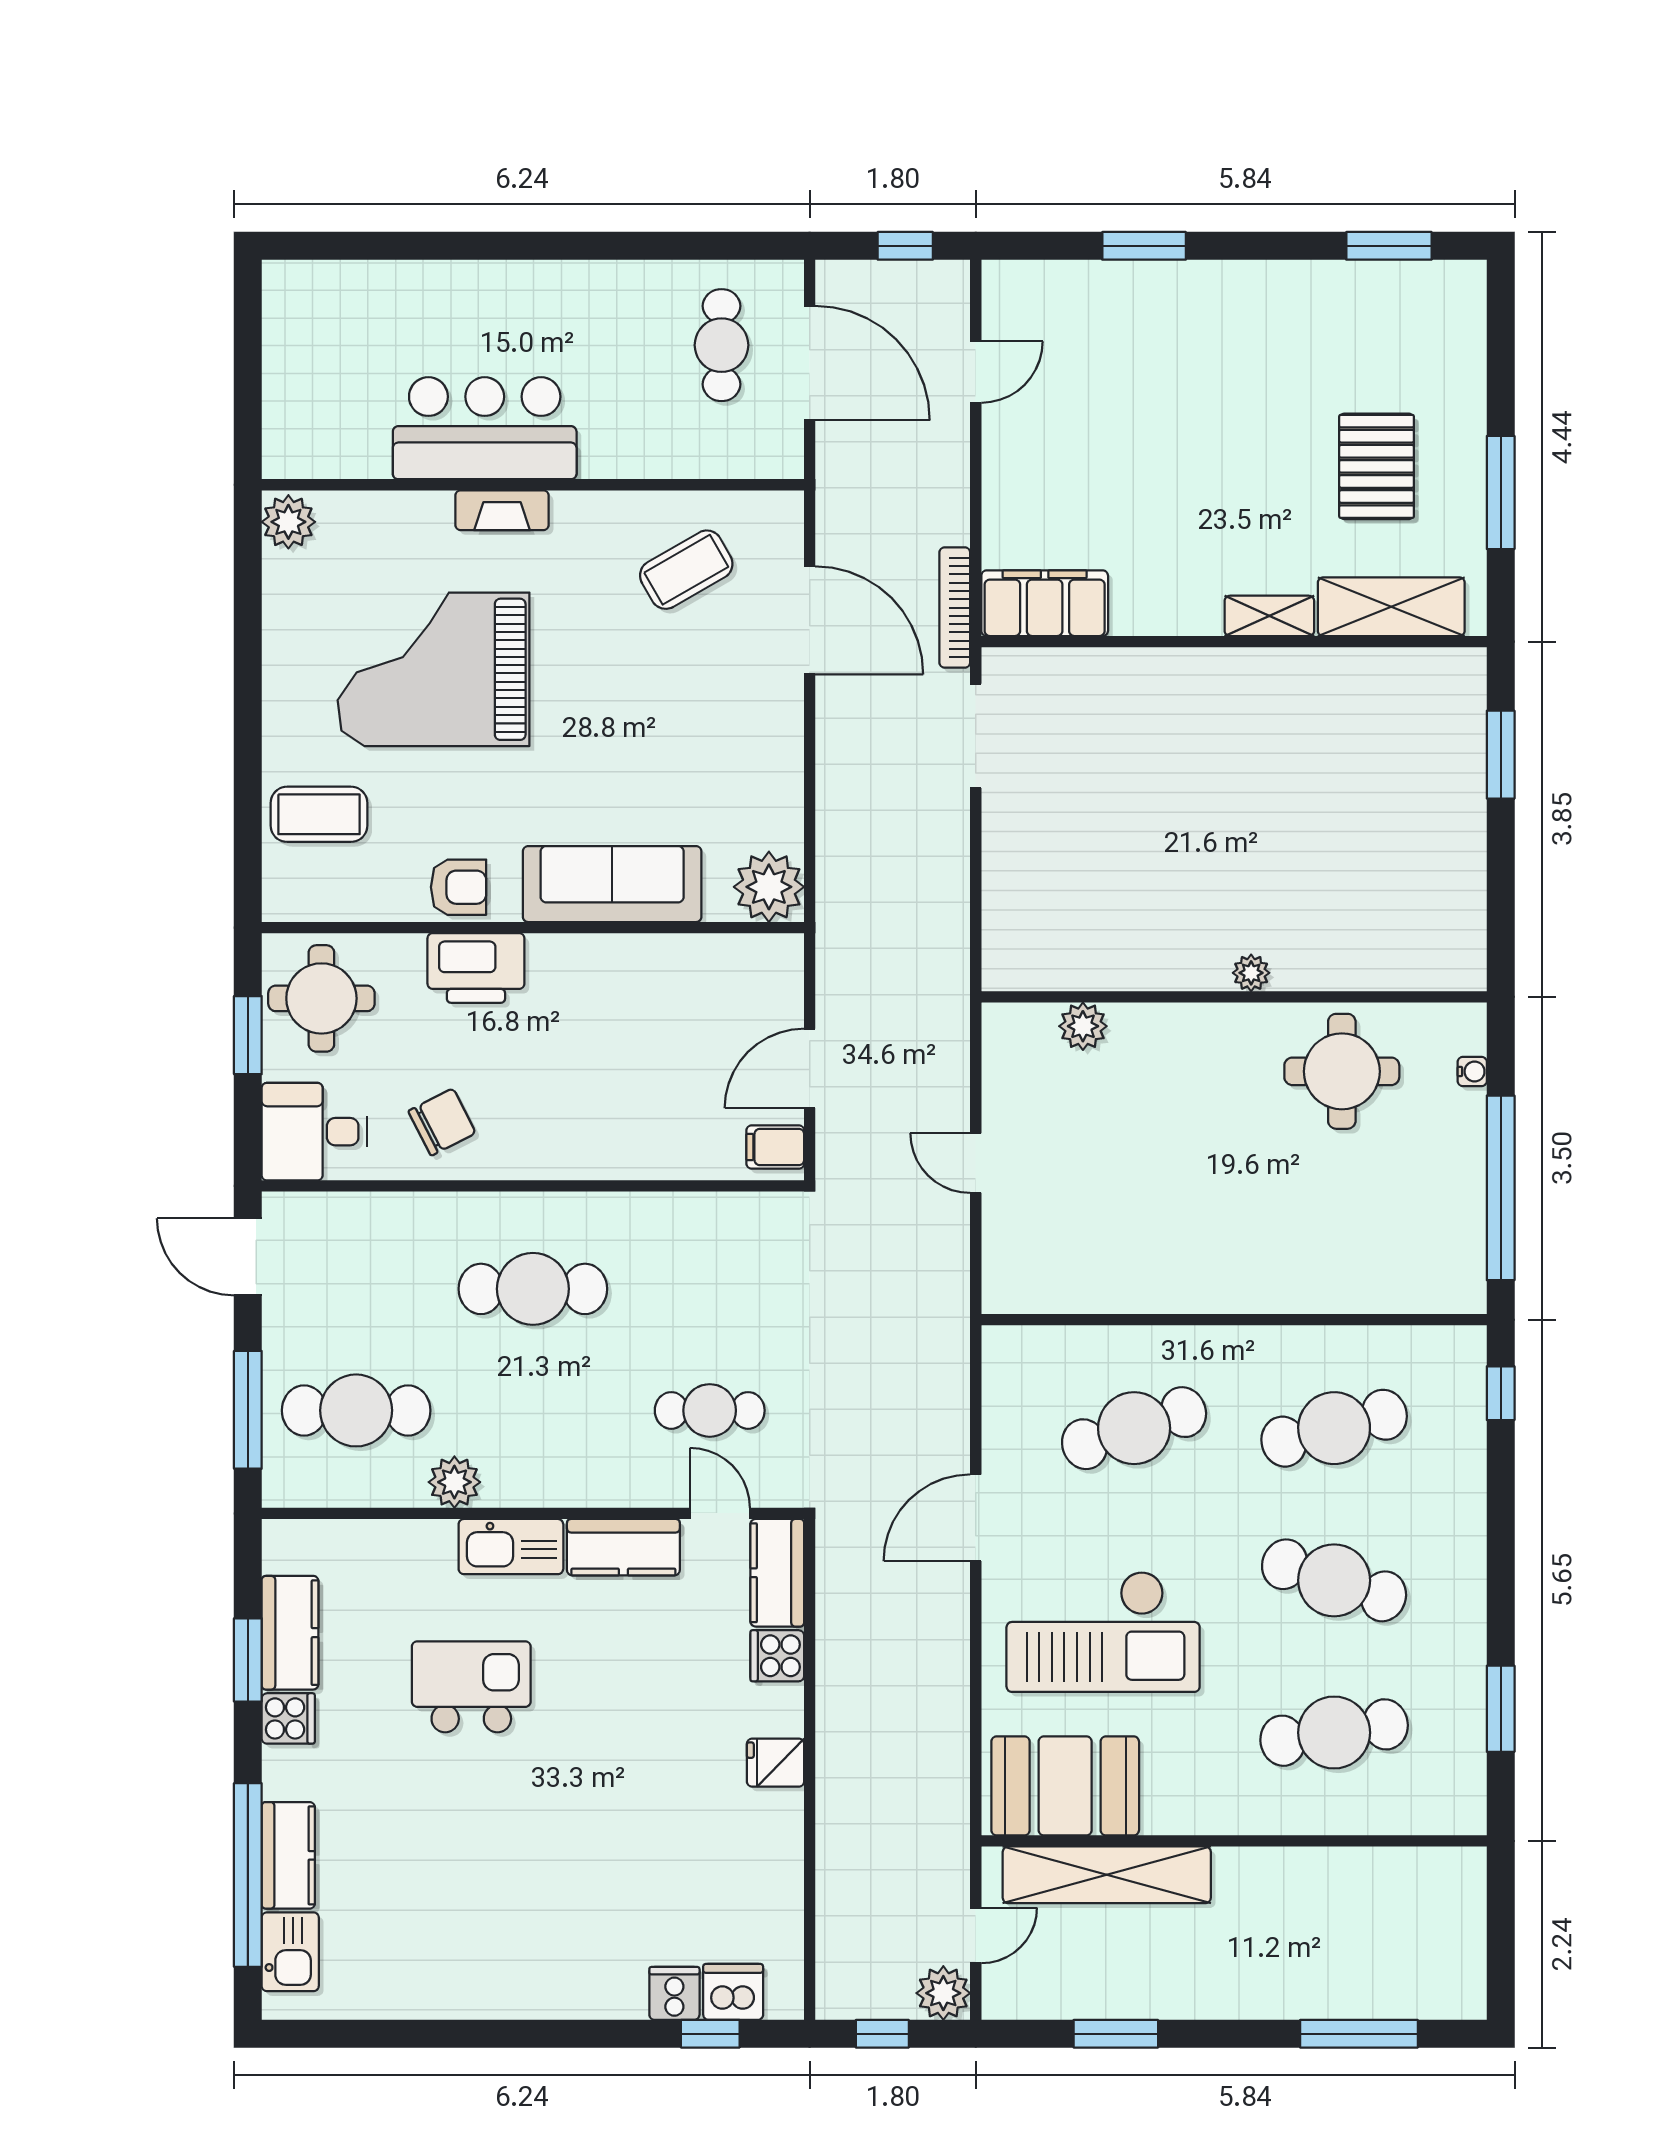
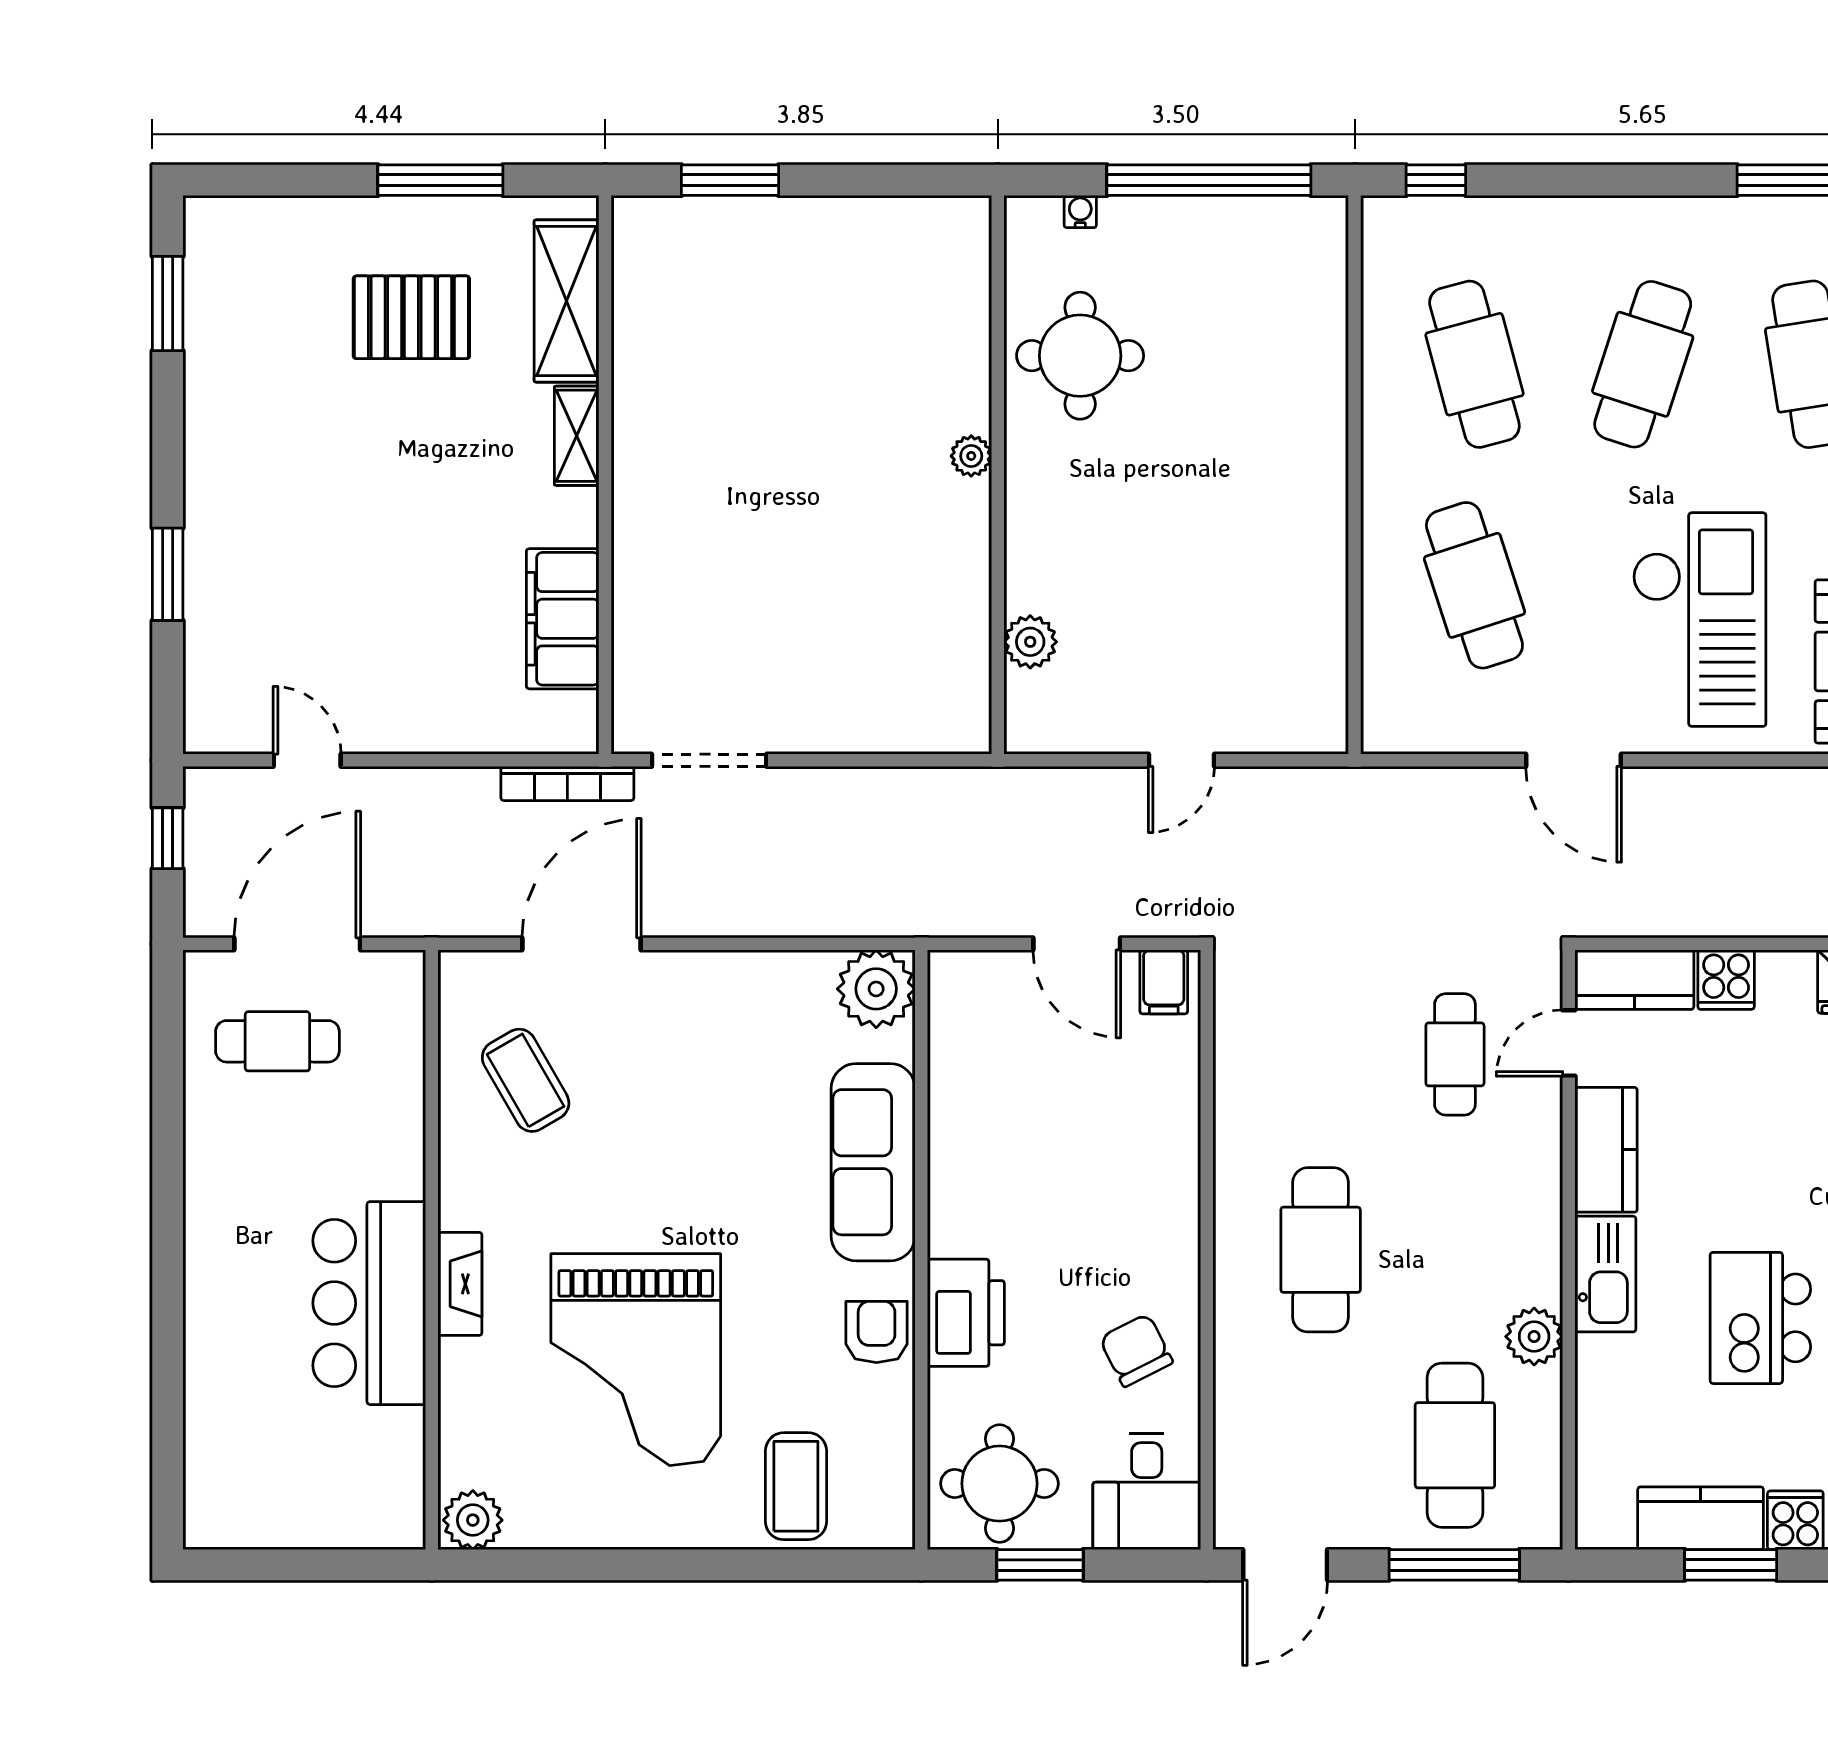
filing cabinet: (1045, 603) -> (563, 619), moved

